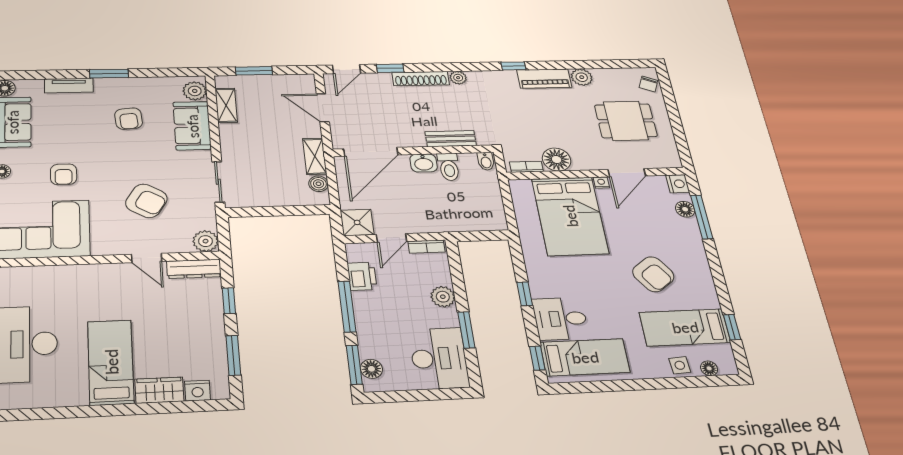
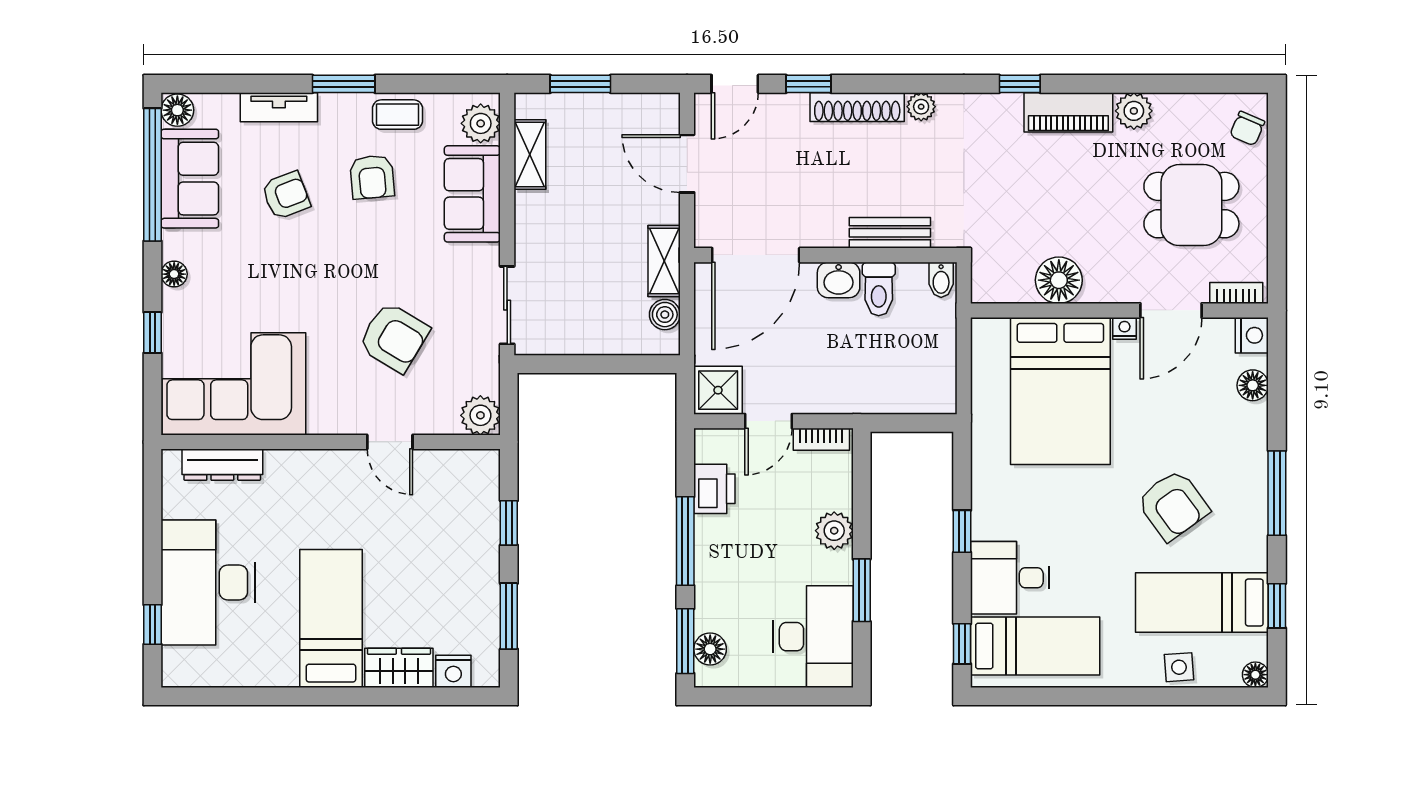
coffee table: (143, 88) -> (397, 115), added
bookcase: (526, 167) -> (1236, 293), moved
armchair: (64, 174) -> (286, 195), moved, turned -111
window: (702, 217) -> (1277, 493), moved
dresser: (194, 269) -> (222, 465), moved
floor lamp: (709, 368) -> (1255, 675), moved

